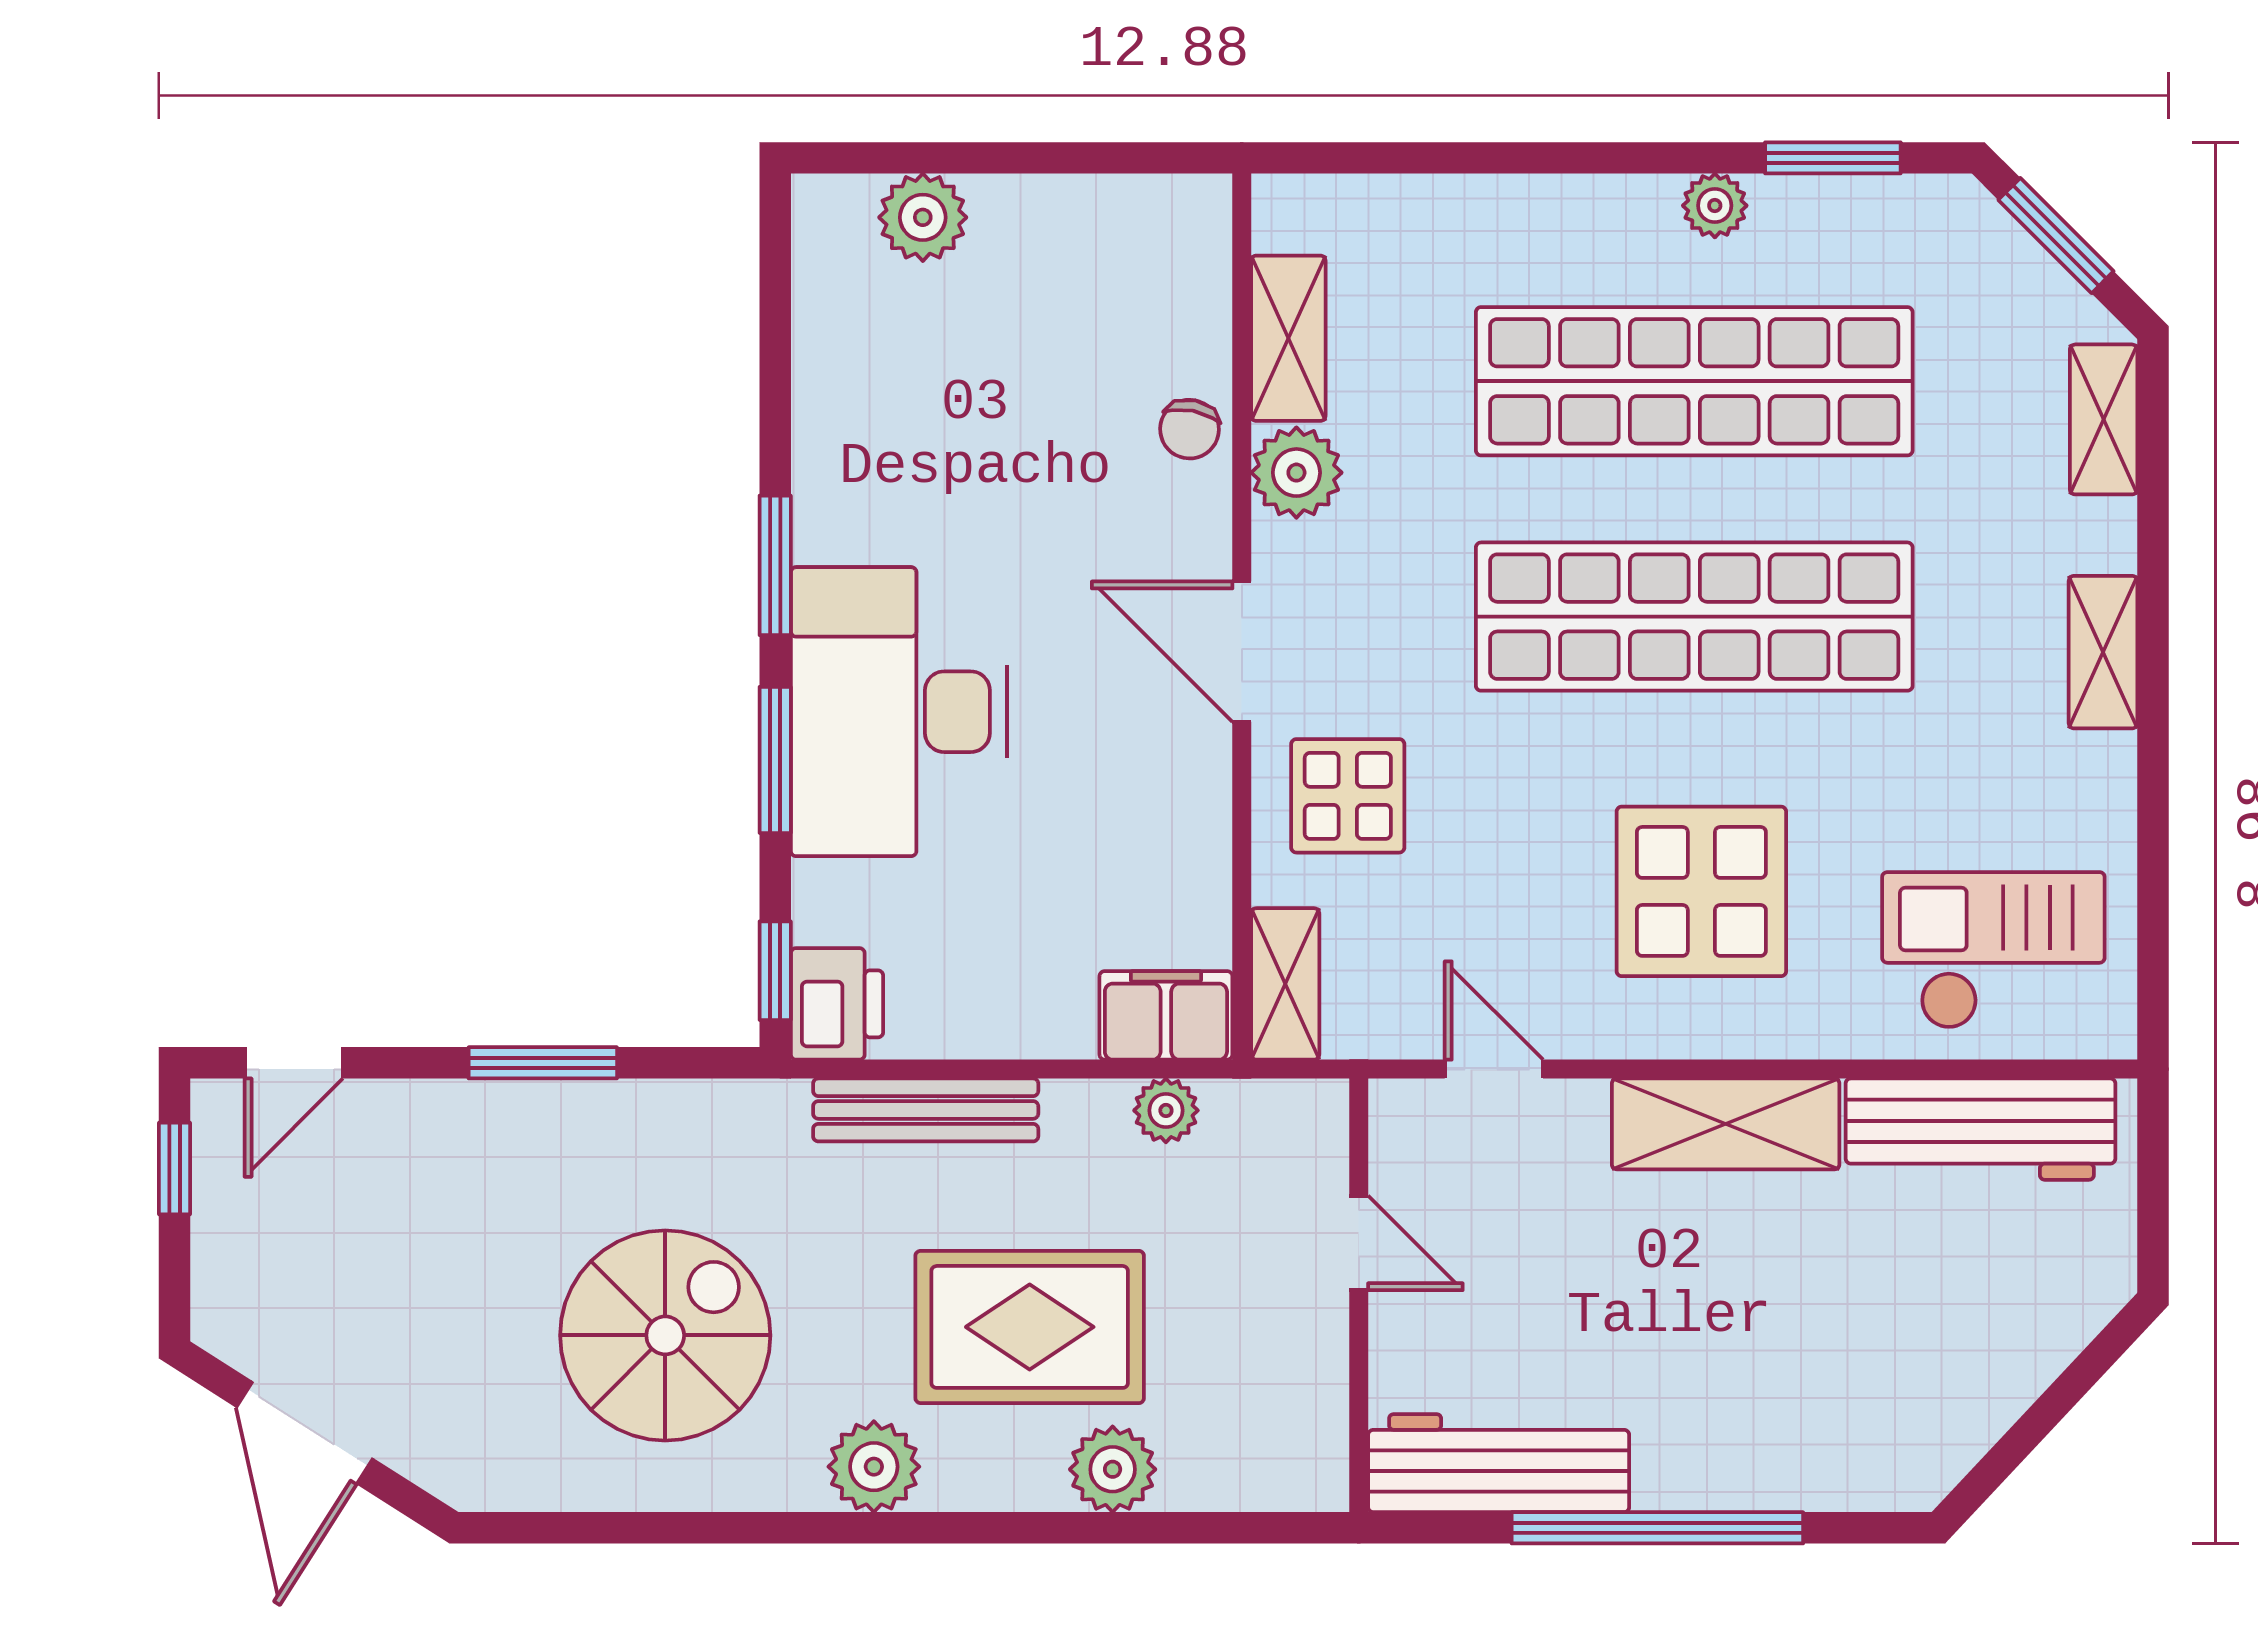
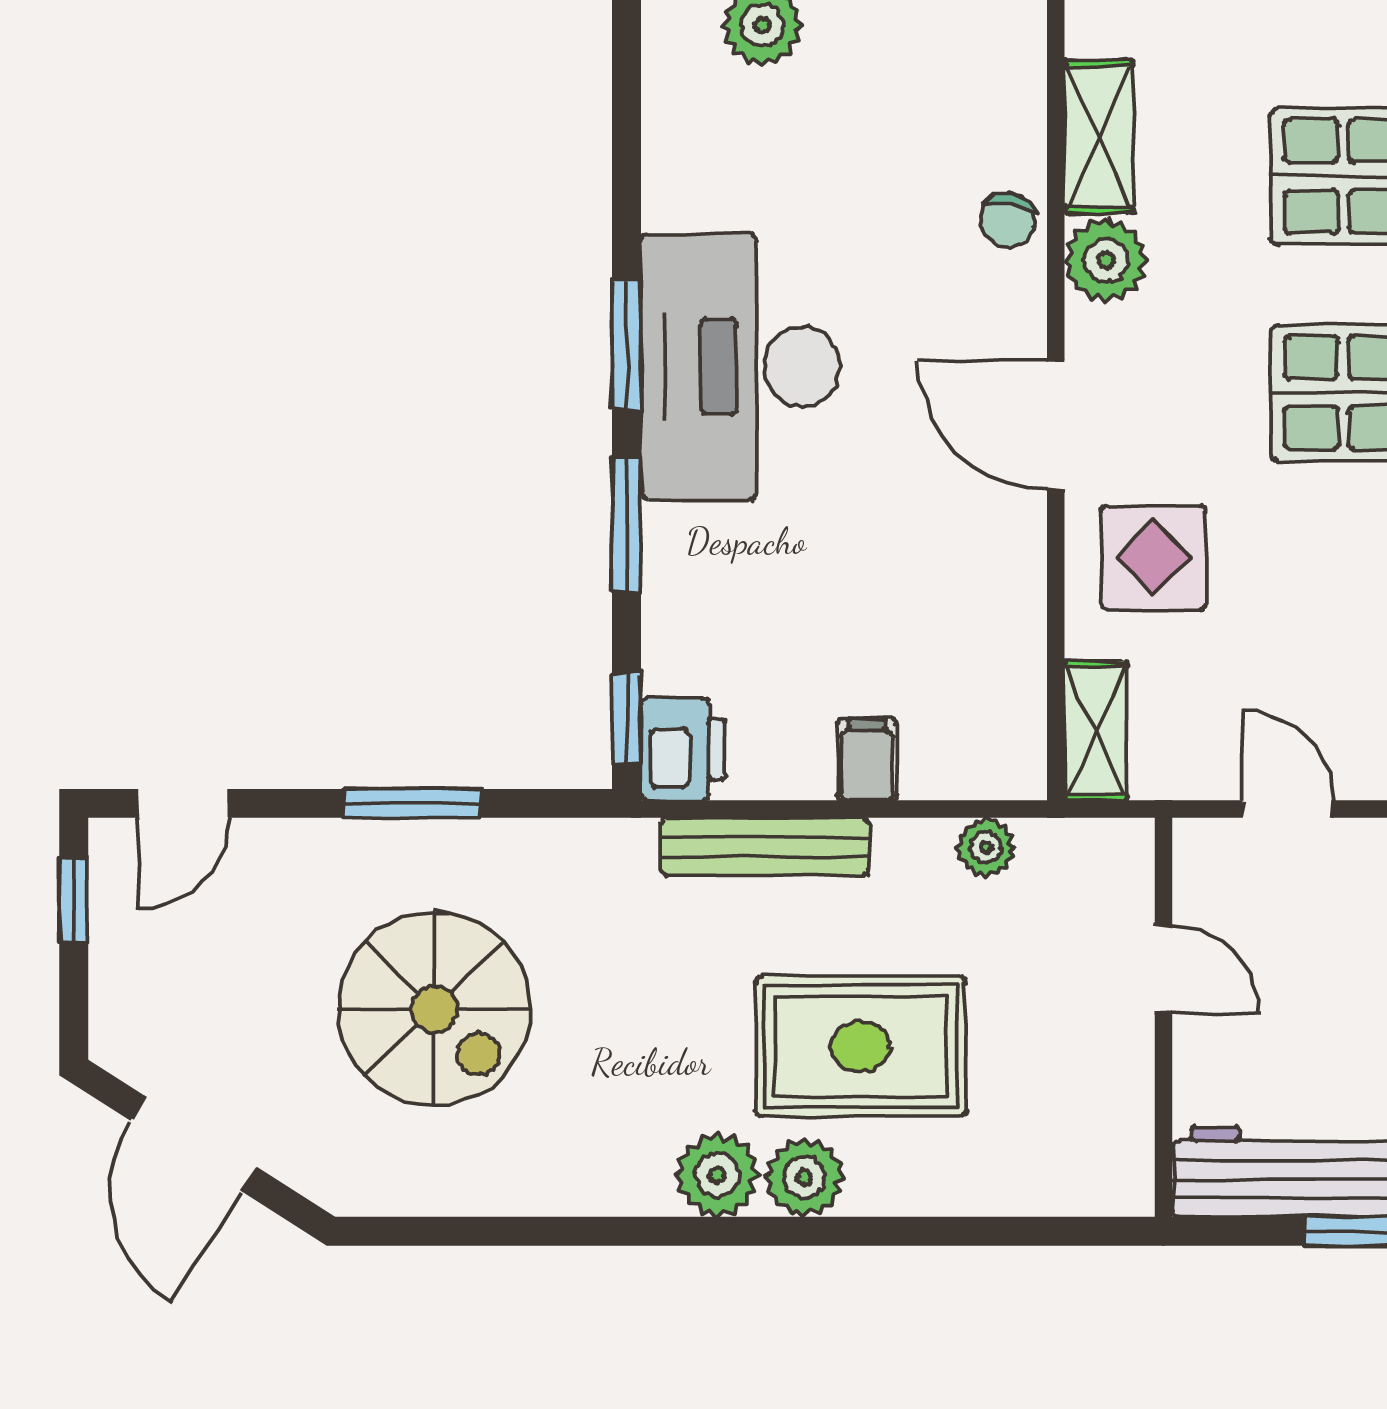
desk: (899, 712) -> (740, 367), moved
filing cabinet: (1166, 1015) -> (867, 760), moved, width x0.50
spiral stairs: (665, 1335) -> (434, 1009), moved, turned 90
plant: (1113, 1469) -> (804, 1177), moved

